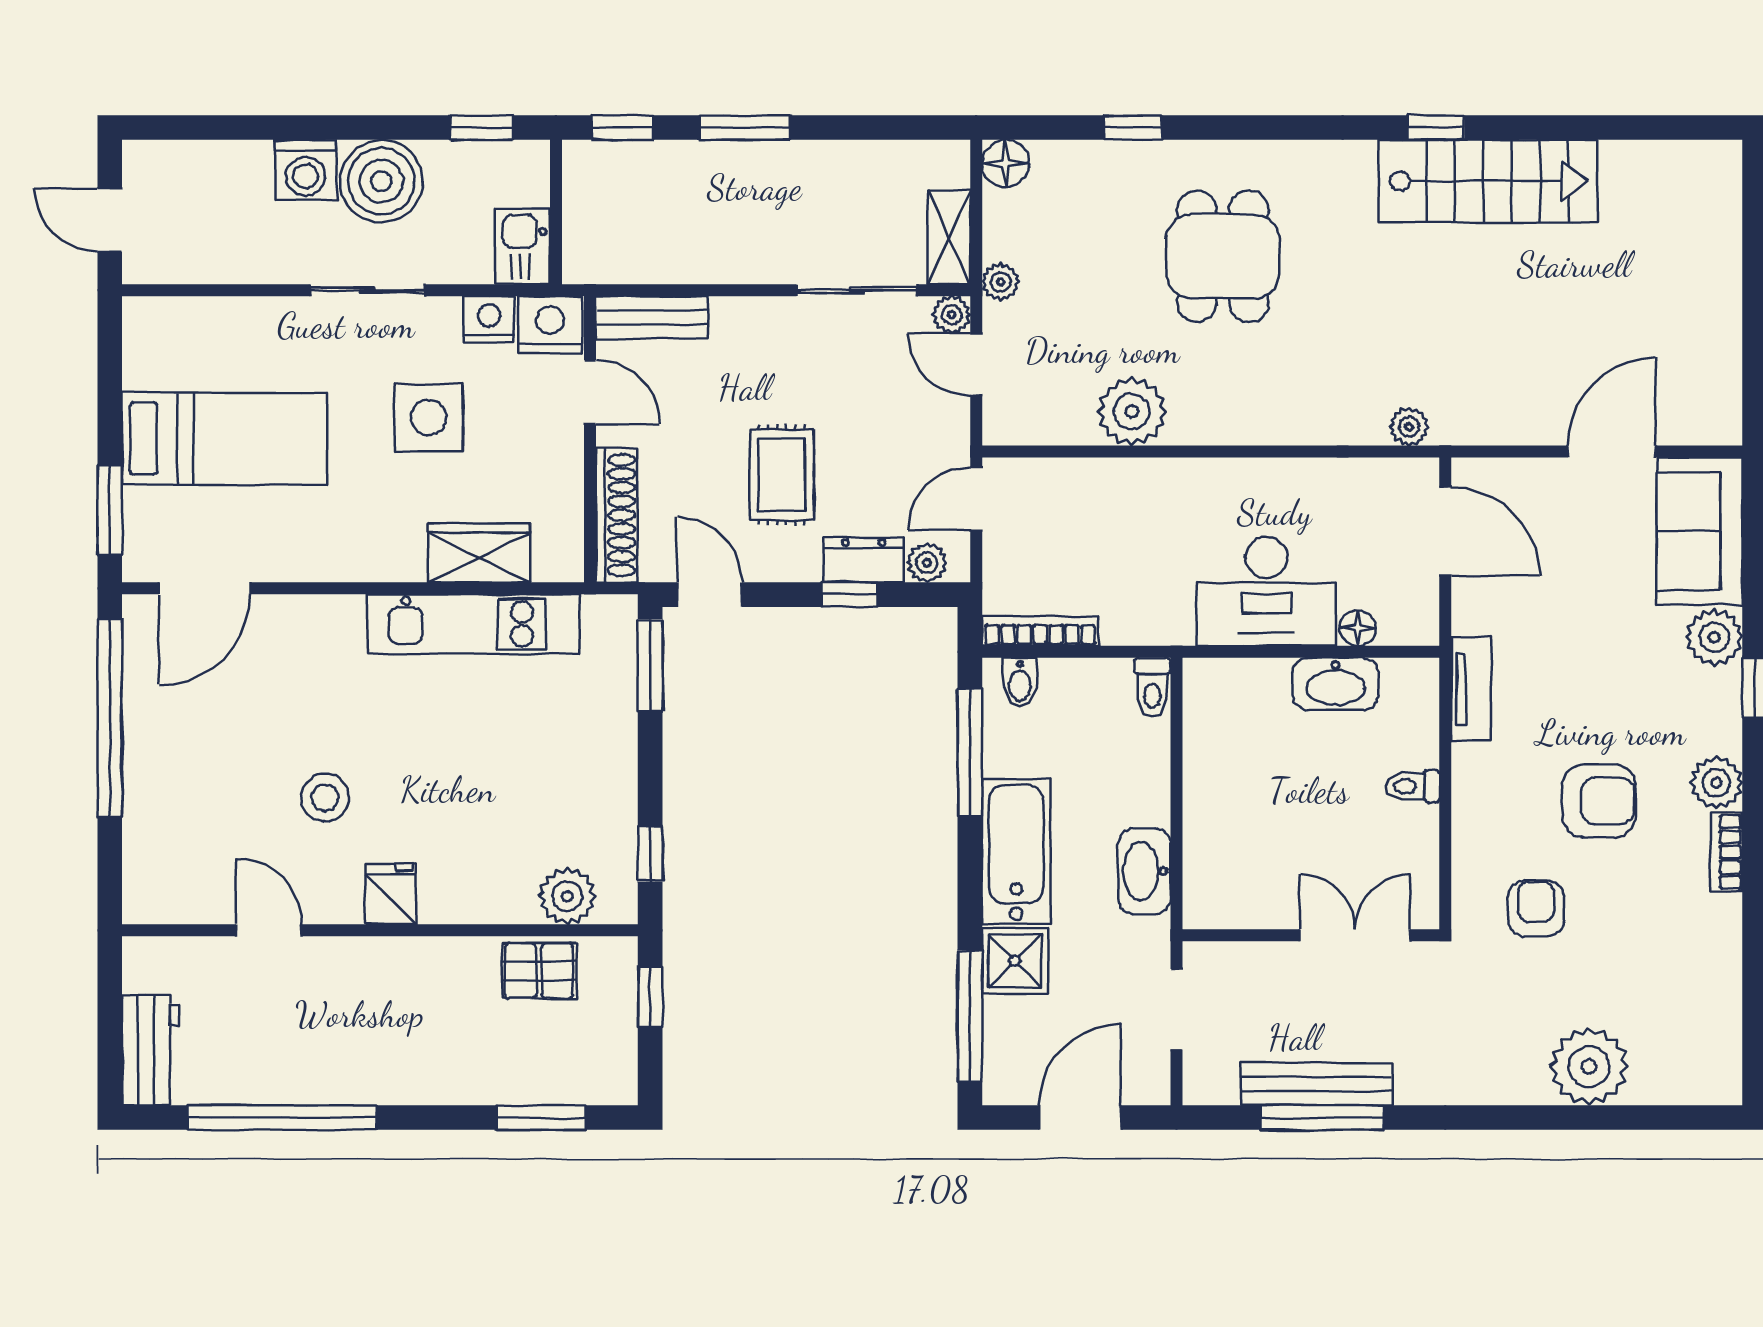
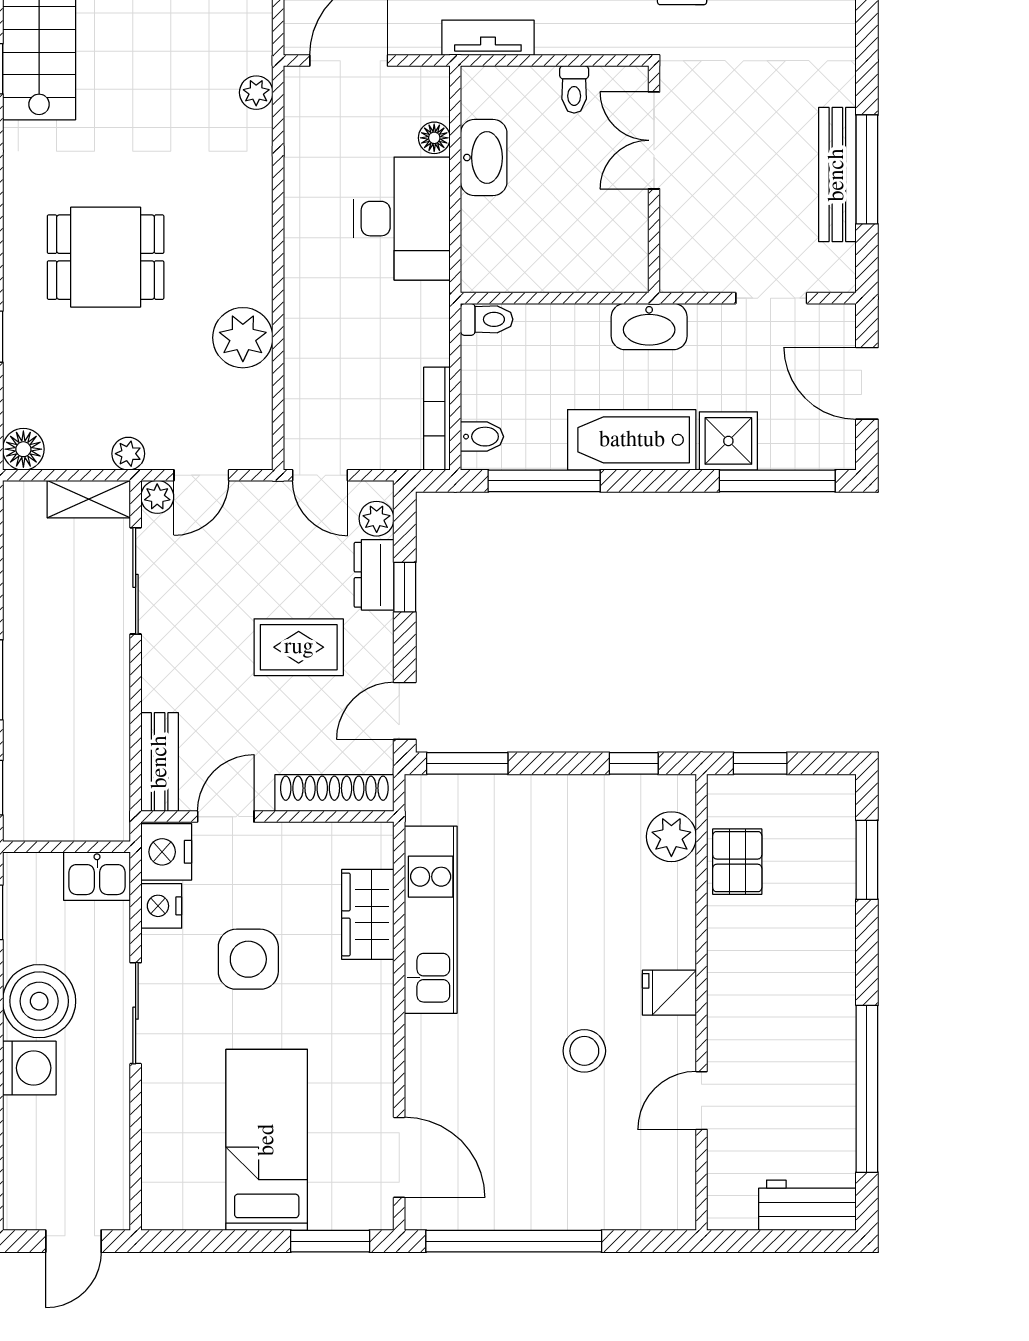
wall: (1311, 935) -> (654, 179), moved
double door: (1355, 935) -> (654, 140), moved

